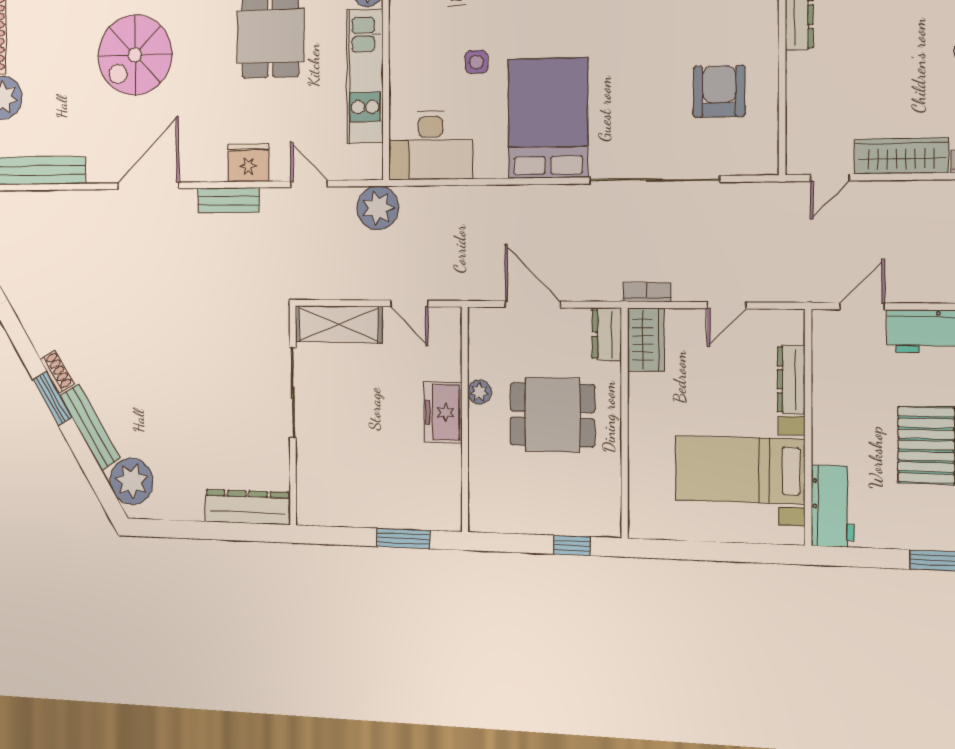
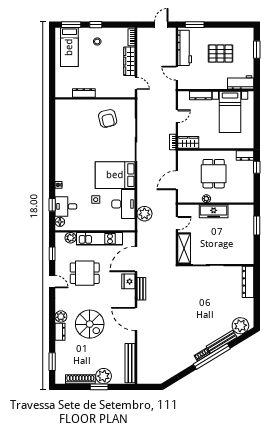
armchair: (719, 91) -> (108, 118), turned -104
desk: (430, 145) -> (123, 204), moved
door: (309, 184) -> (136, 259), width x1.87
plant: (378, 208) -> (144, 214), moved
door: (726, 305) -> (177, 116), hinge flipped
dresser: (607, 334) -> (245, 155), moved
window: (53, 399) -> (212, 356), width x2.11
freezer: (443, 412) -> (214, 211), width x1.40

